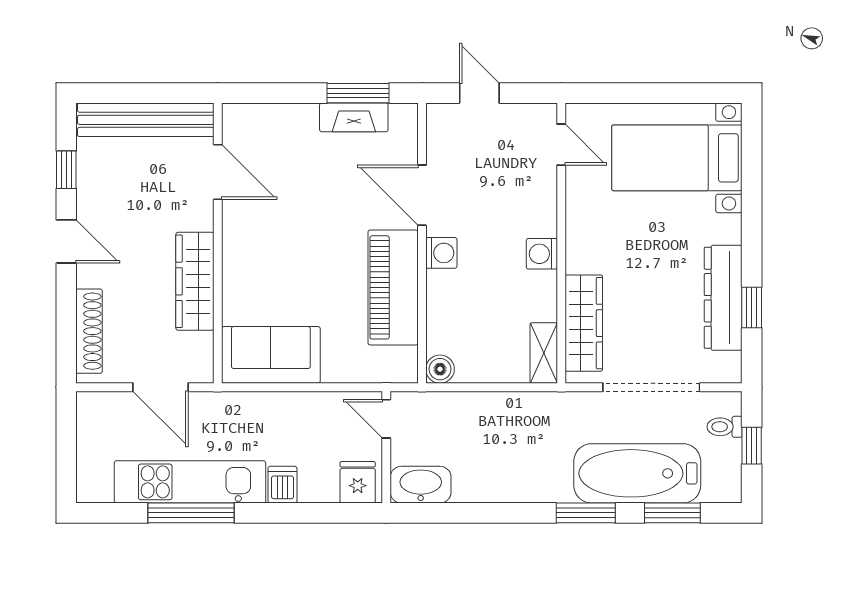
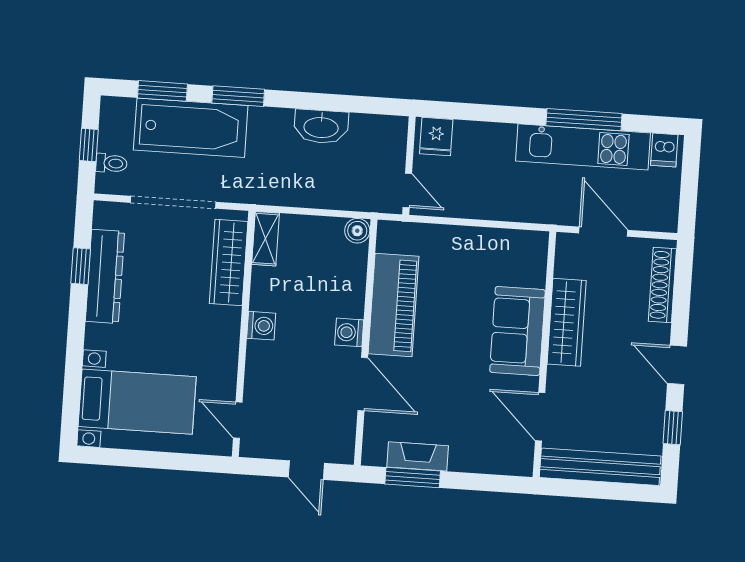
sofa: (271, 355) -> (517, 331), moved, turned 90
dishwasher: (282, 485) -> (664, 150), moved
washbasin: (421, 485) -> (321, 127), moved

